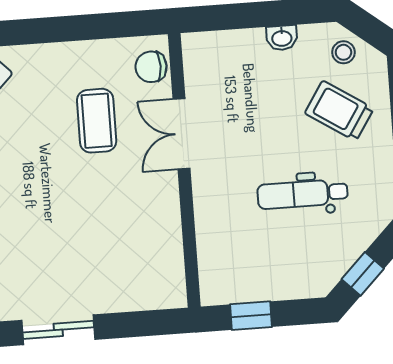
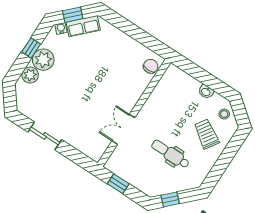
chair: (151, 67) -> (151, 66), turned 90
coffee table: (97, 121) -> (116, 71), removed
double door: (181, 134) -> (123, 129), moved

